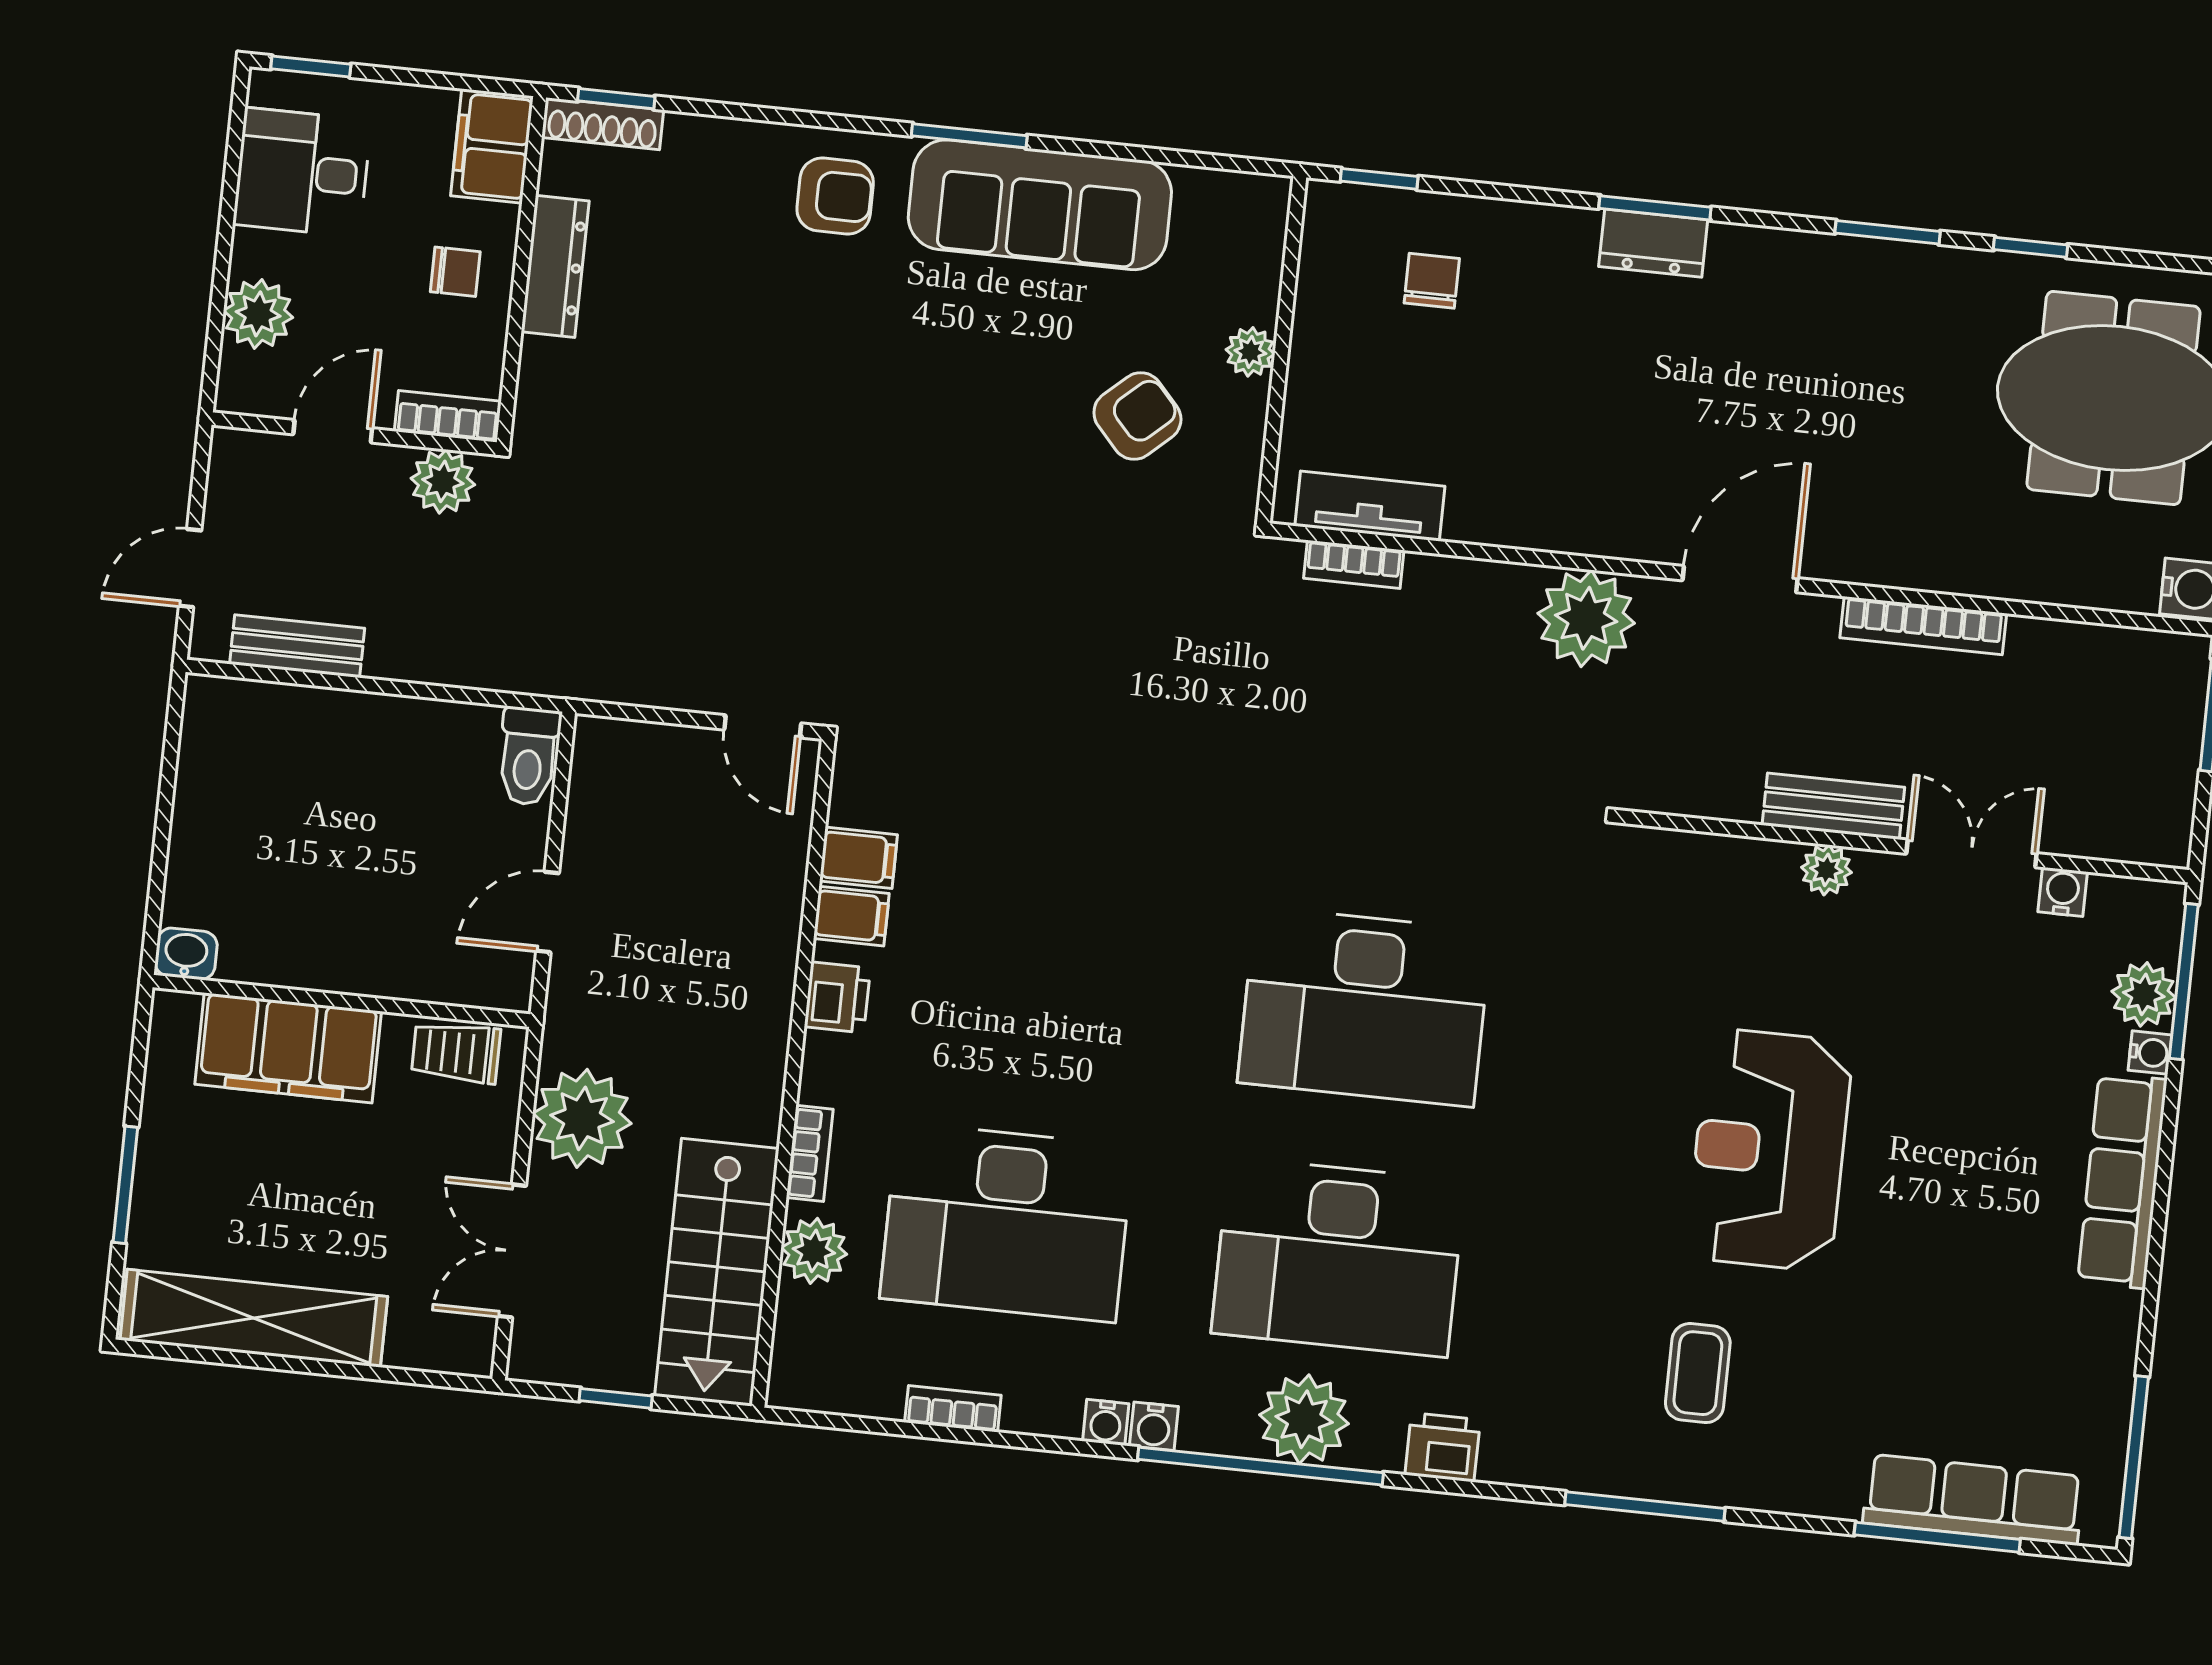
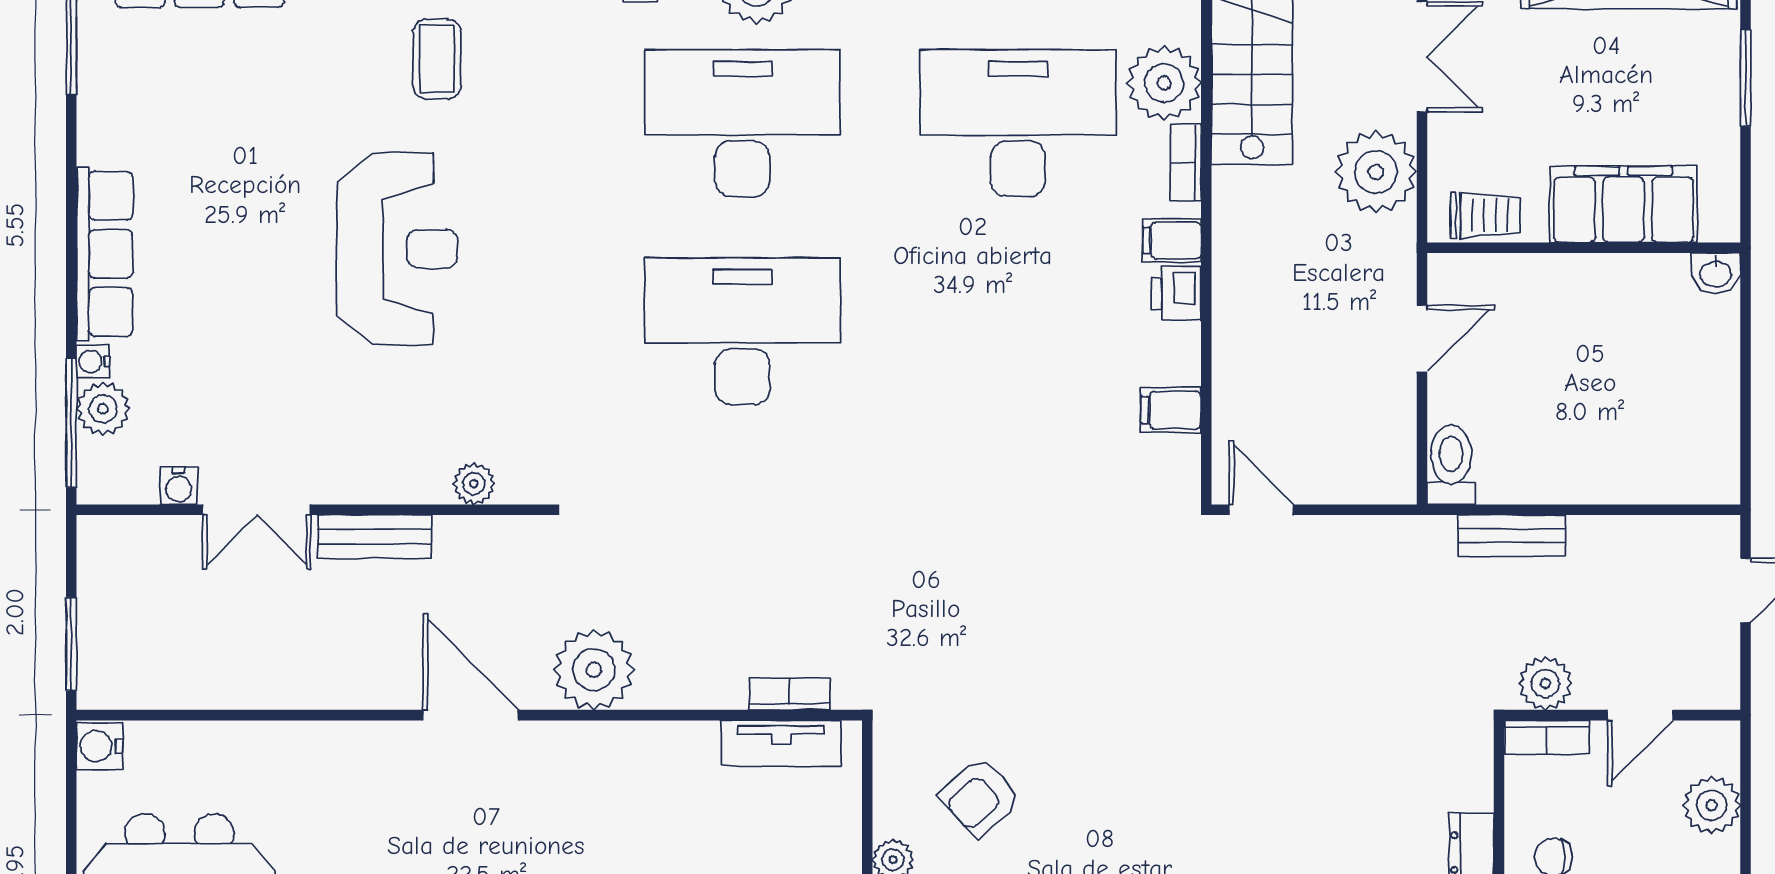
door: (1740, 579) -> (471, 715), swing flipped
bookcase: (1923, 626) -> (316, 693), removed
bench: (297, 646) -> (1512, 535), moved
plant: (1826, 870) -> (474, 484), moved
filing cabinet: (851, 916) -> (1172, 240), moved
plant: (814, 1251) -> (1164, 83), width x1.36, depth x1.36

